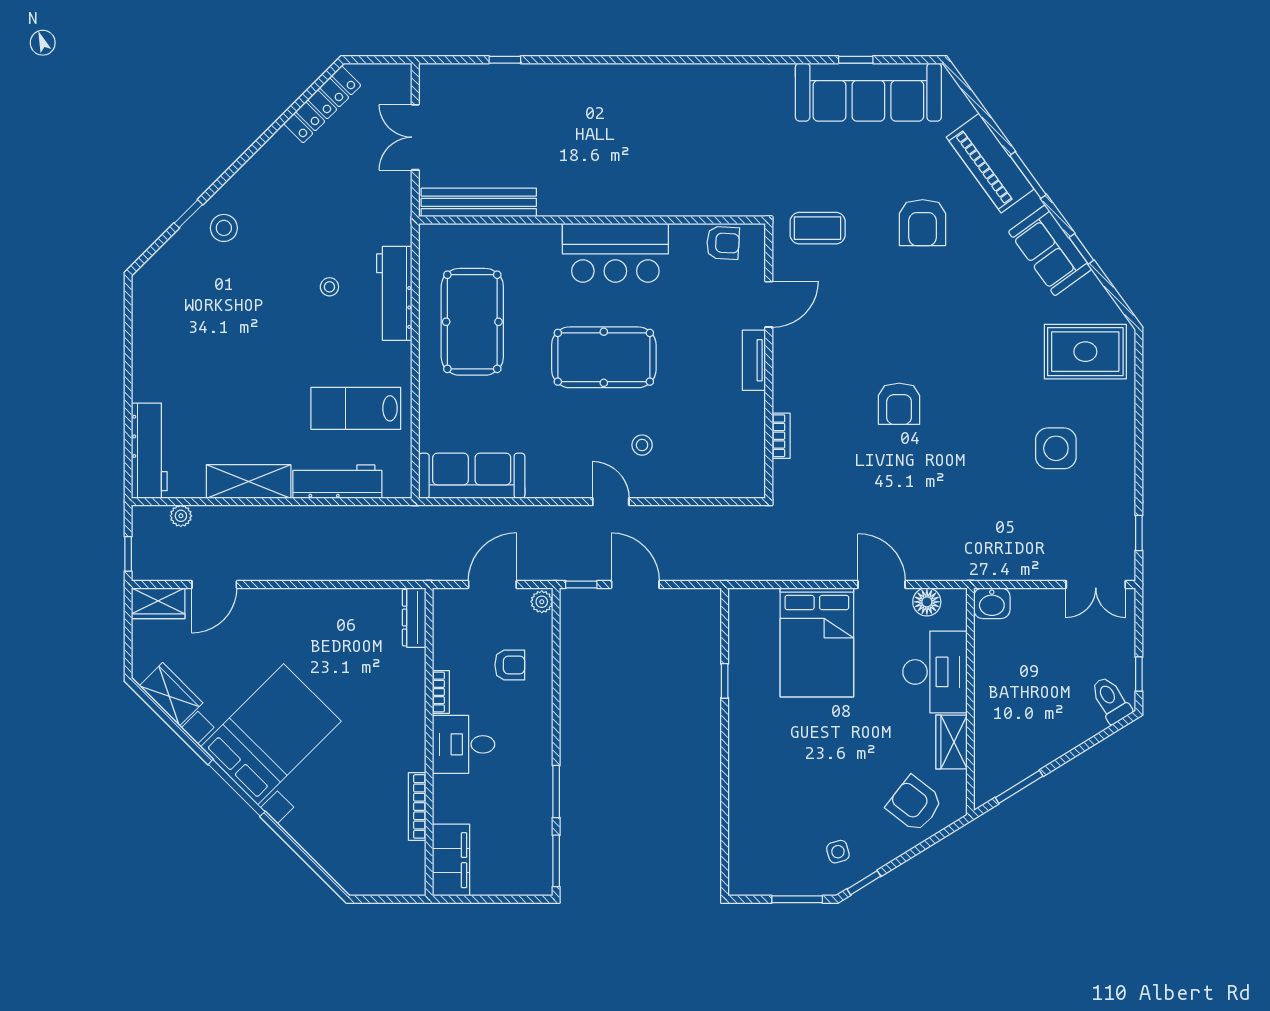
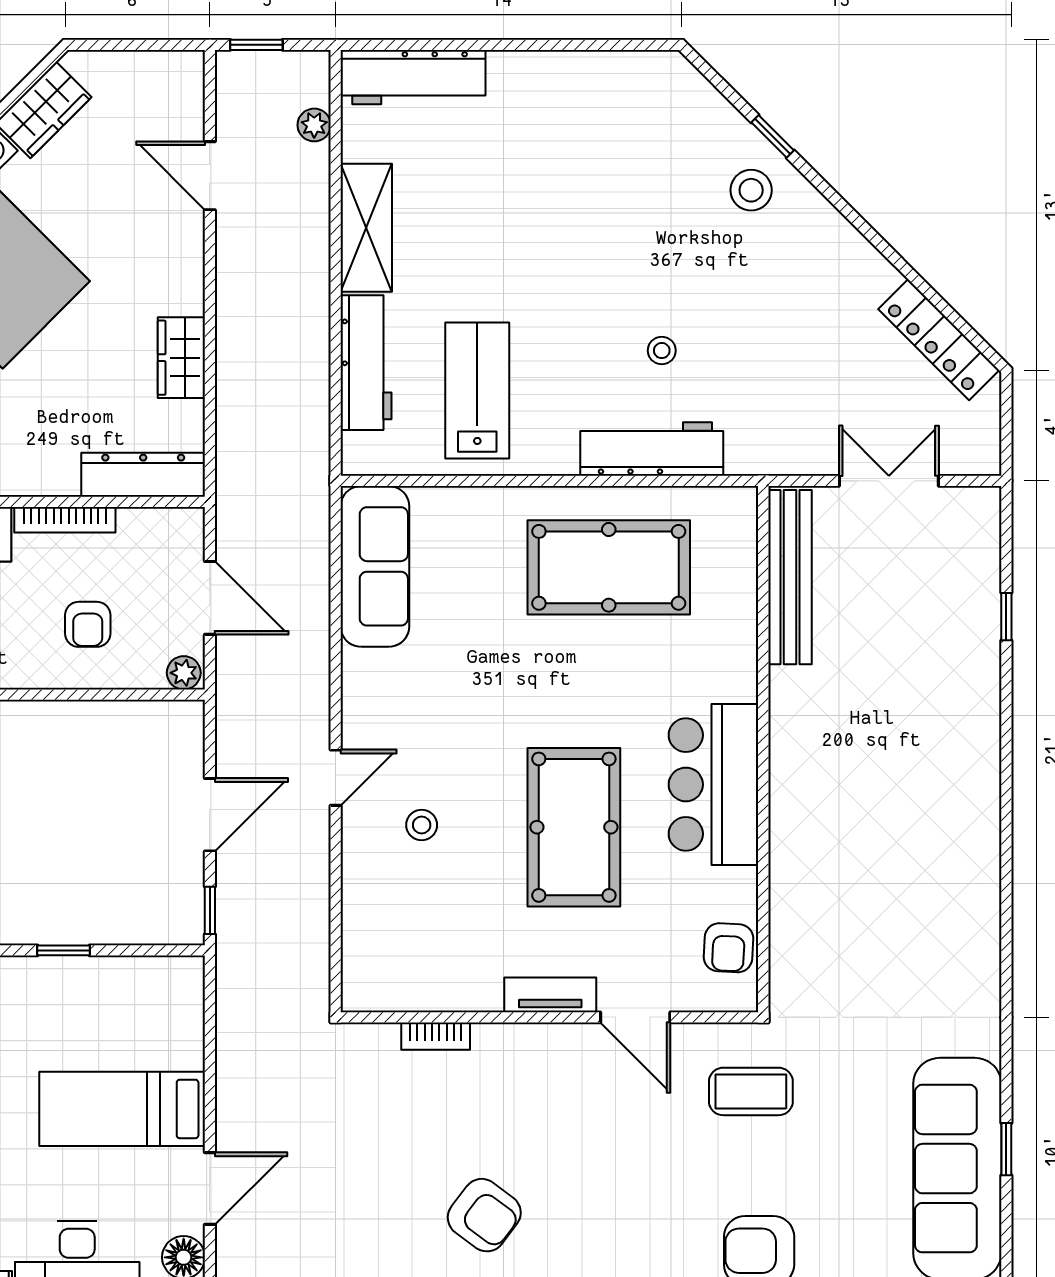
coffee table: (818, 228) -> (751, 1091), turned 90
pool table: (604, 357) -> (574, 827), moved
armchair: (899, 404) -> (484, 1215), turned -143
window: (581, 584) -> (210, 910), moved
wardrobe: (158, 603) -> (181, 358), moved
dresser: (414, 618) -> (143, 475), width x1.37, depth x1.24
bed: (817, 642) -> (122, 1109), width x0.67
bookcase: (441, 692) -> (65, 520), width x1.56

